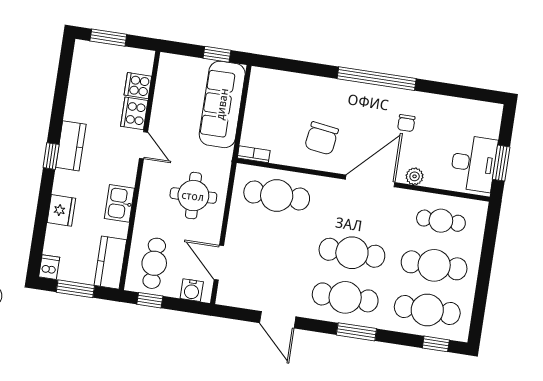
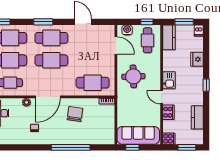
window: (377, 79) -> (71, 147), moved
cooker: (138, 86) -> (169, 139), moved
sofa: (222, 104) -> (138, 135), moved, turned -90
kitchen counter: (71, 146) -> (197, 117), moved
kitchen sink: (119, 203) -> (169, 80), moved

